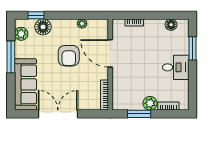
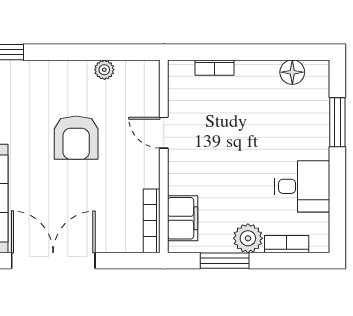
floor lamp: (43, 27) -> (22, 77), removed
door: (110, 53) -> (164, 133), width x0.53
desk: (176, 67) -> (302, 186), moved
filing cabinet: (119, 94) -> (183, 218), added

